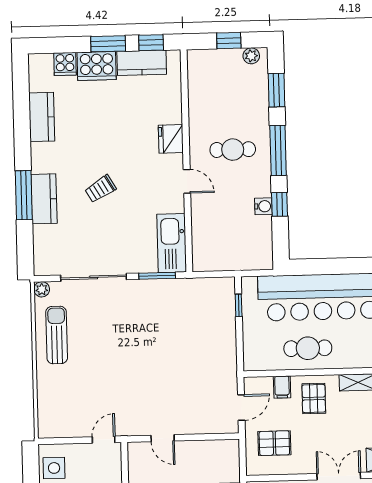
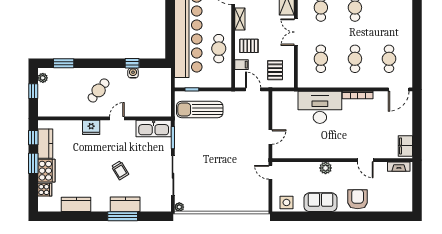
cafe table: (233, 150) -> (99, 90), turned 39
window: (278, 150) -> (100, 63), removed
sun lounger: (57, 335) -> (200, 109), moved, width x1.36, depth x1.34

